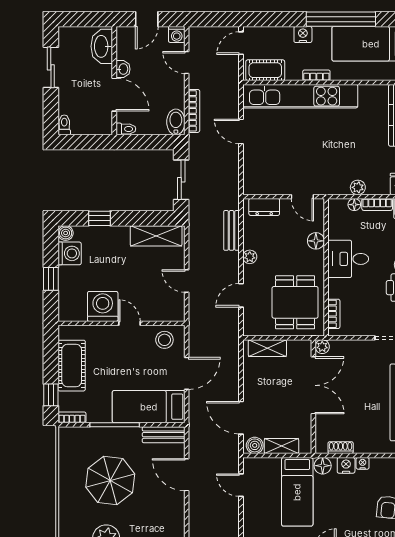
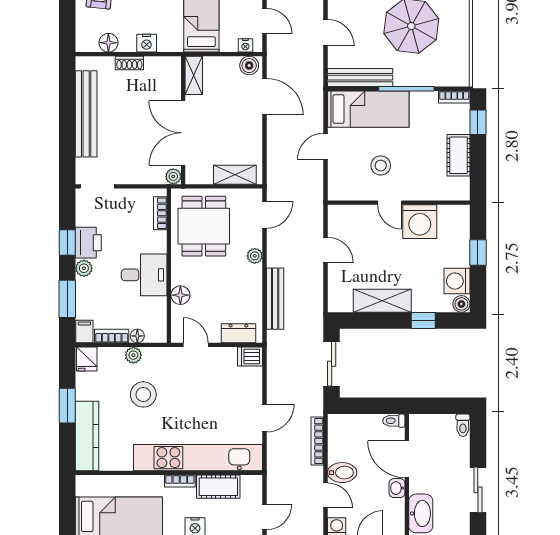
cot: (265, 70) -> (218, 487), moved
bidet: (176, 122) -> (342, 473), moved, turned -90
door: (241, 131) -> (264, 418), hinge flipped
stool: (349, 152) -> (143, 394), added
dishwasher: (254, 186) -> (250, 356), added
bench: (232, 230) -> (275, 299), width x1.36
shelving: (156, 236) -> (382, 301), moved
plant: (250, 257) -> (255, 256), moved
door: (241, 295) -> (264, 215), moved
stool: (164, 340) -> (381, 166), moved
cot: (72, 366) -> (458, 155), width x0.73, depth x0.75
door: (187, 373) -> (325, 146), width x0.73
bench: (164, 435) -> (360, 78), width x1.36
shelving: (281, 446) -> (194, 75), moved, turned 90
shoe rack: (341, 448) -> (129, 63), moved
nightstand: (363, 463) -> (245, 45), moved
floor lamp: (323, 466) -> (108, 43), moved
door: (187, 475) -> (325, 33), width x0.73

